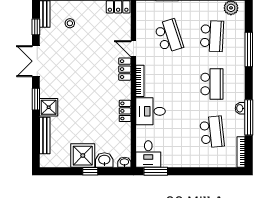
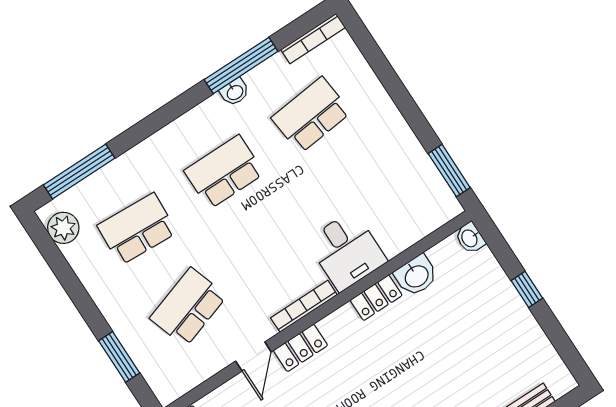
window: (249, 49) -> (79, 171), moved
desk: (148, 154) -> (427, 204), removed
shower: (83, 156) -> (507, 321), removed
washbasin: (104, 160) -> (416, 276), moved, turned -90

